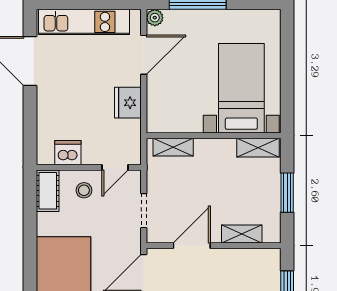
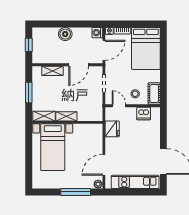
fridge: (128, 103) -> (112, 129), moved
shelving: (173, 147) -> (66, 116), moved
door: (115, 167) -> (119, 106), hinge flipped

